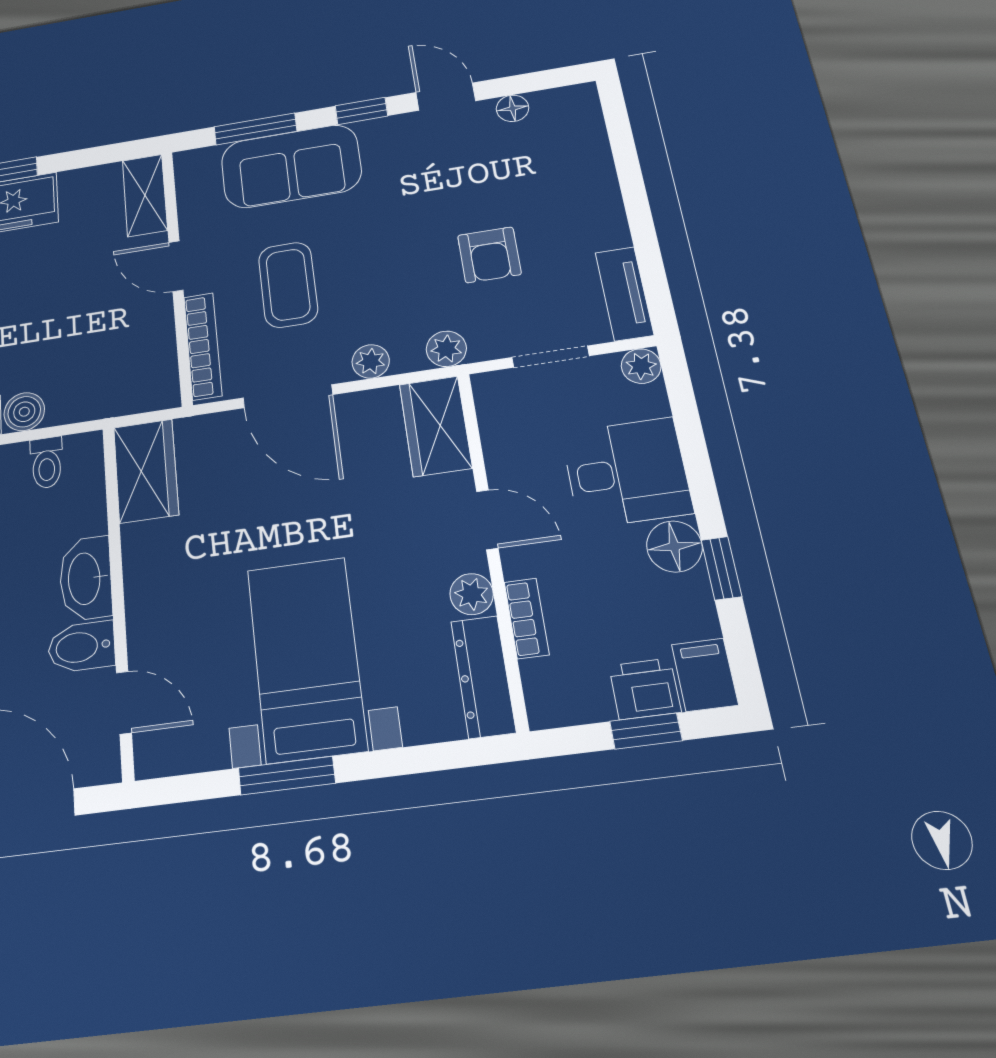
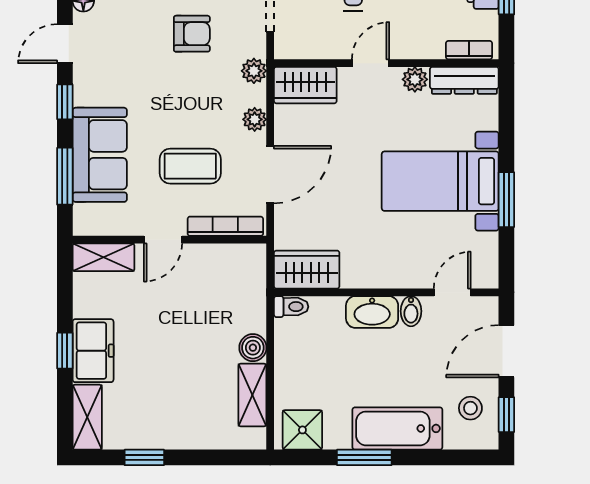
toilet: (47, 463) -> (291, 307), moved
bookcase: (527, 618) -> (469, 50), moved
bidet: (81, 647) -> (411, 311), width x0.72, depth x0.74

